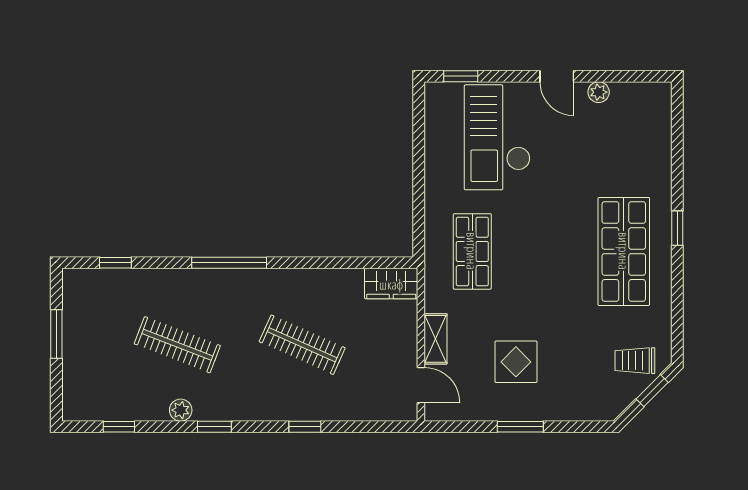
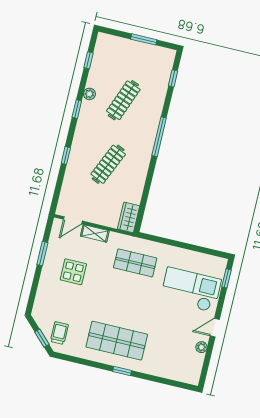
window: (520, 427) -> (42, 254), moved

